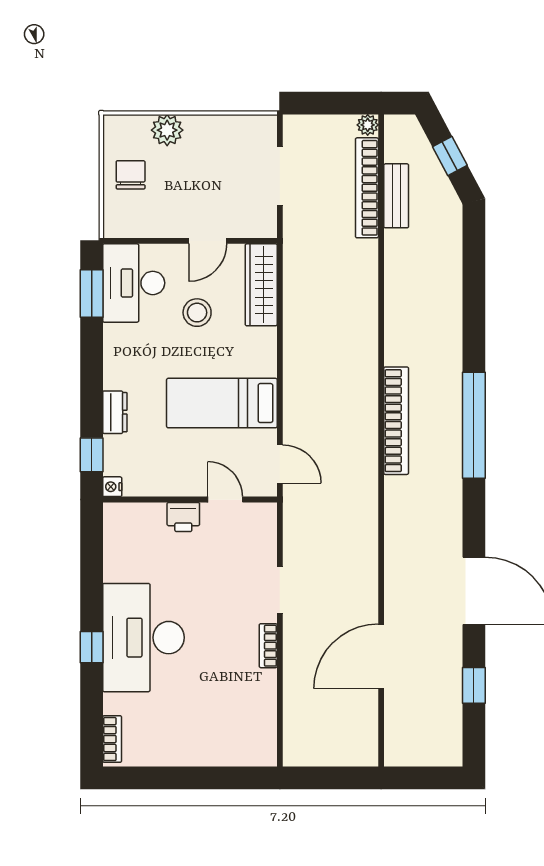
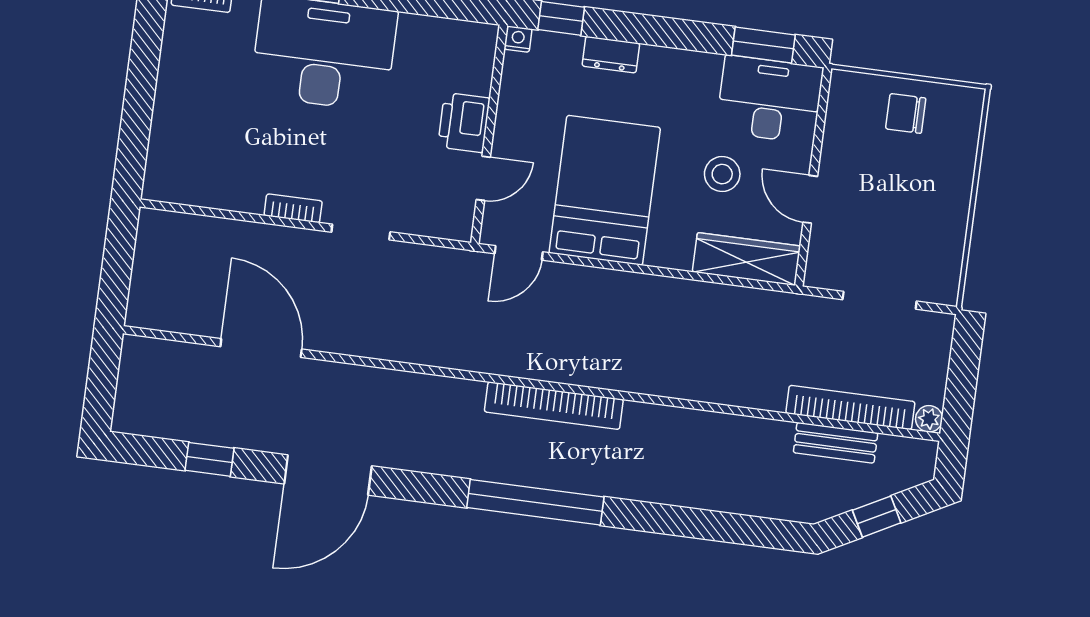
plant: (167, 130) -> (956, 167), removed
chair: (131, 175) -> (906, 113), turned 180
bed: (222, 403) -> (605, 190), width x1.50
printer: (183, 517) -> (464, 123), width x1.36, depth x1.24

